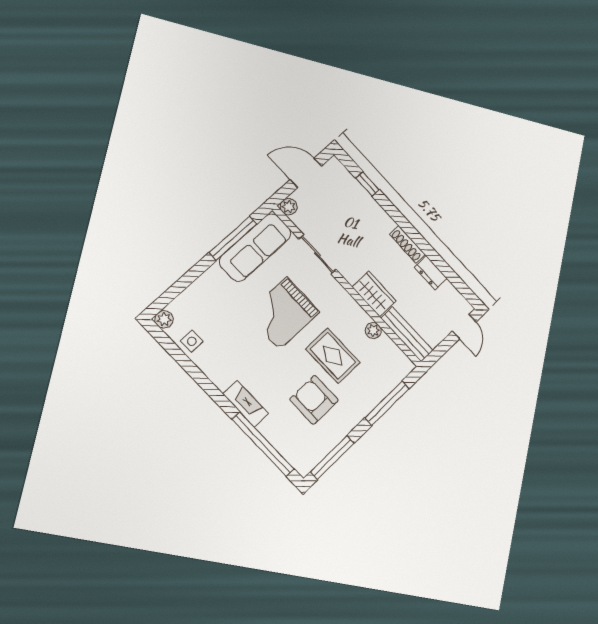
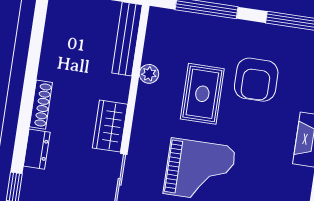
dresser: (431, 273) -> (37, 149), moved
wardrobe: (374, 294) -> (110, 126), moved

